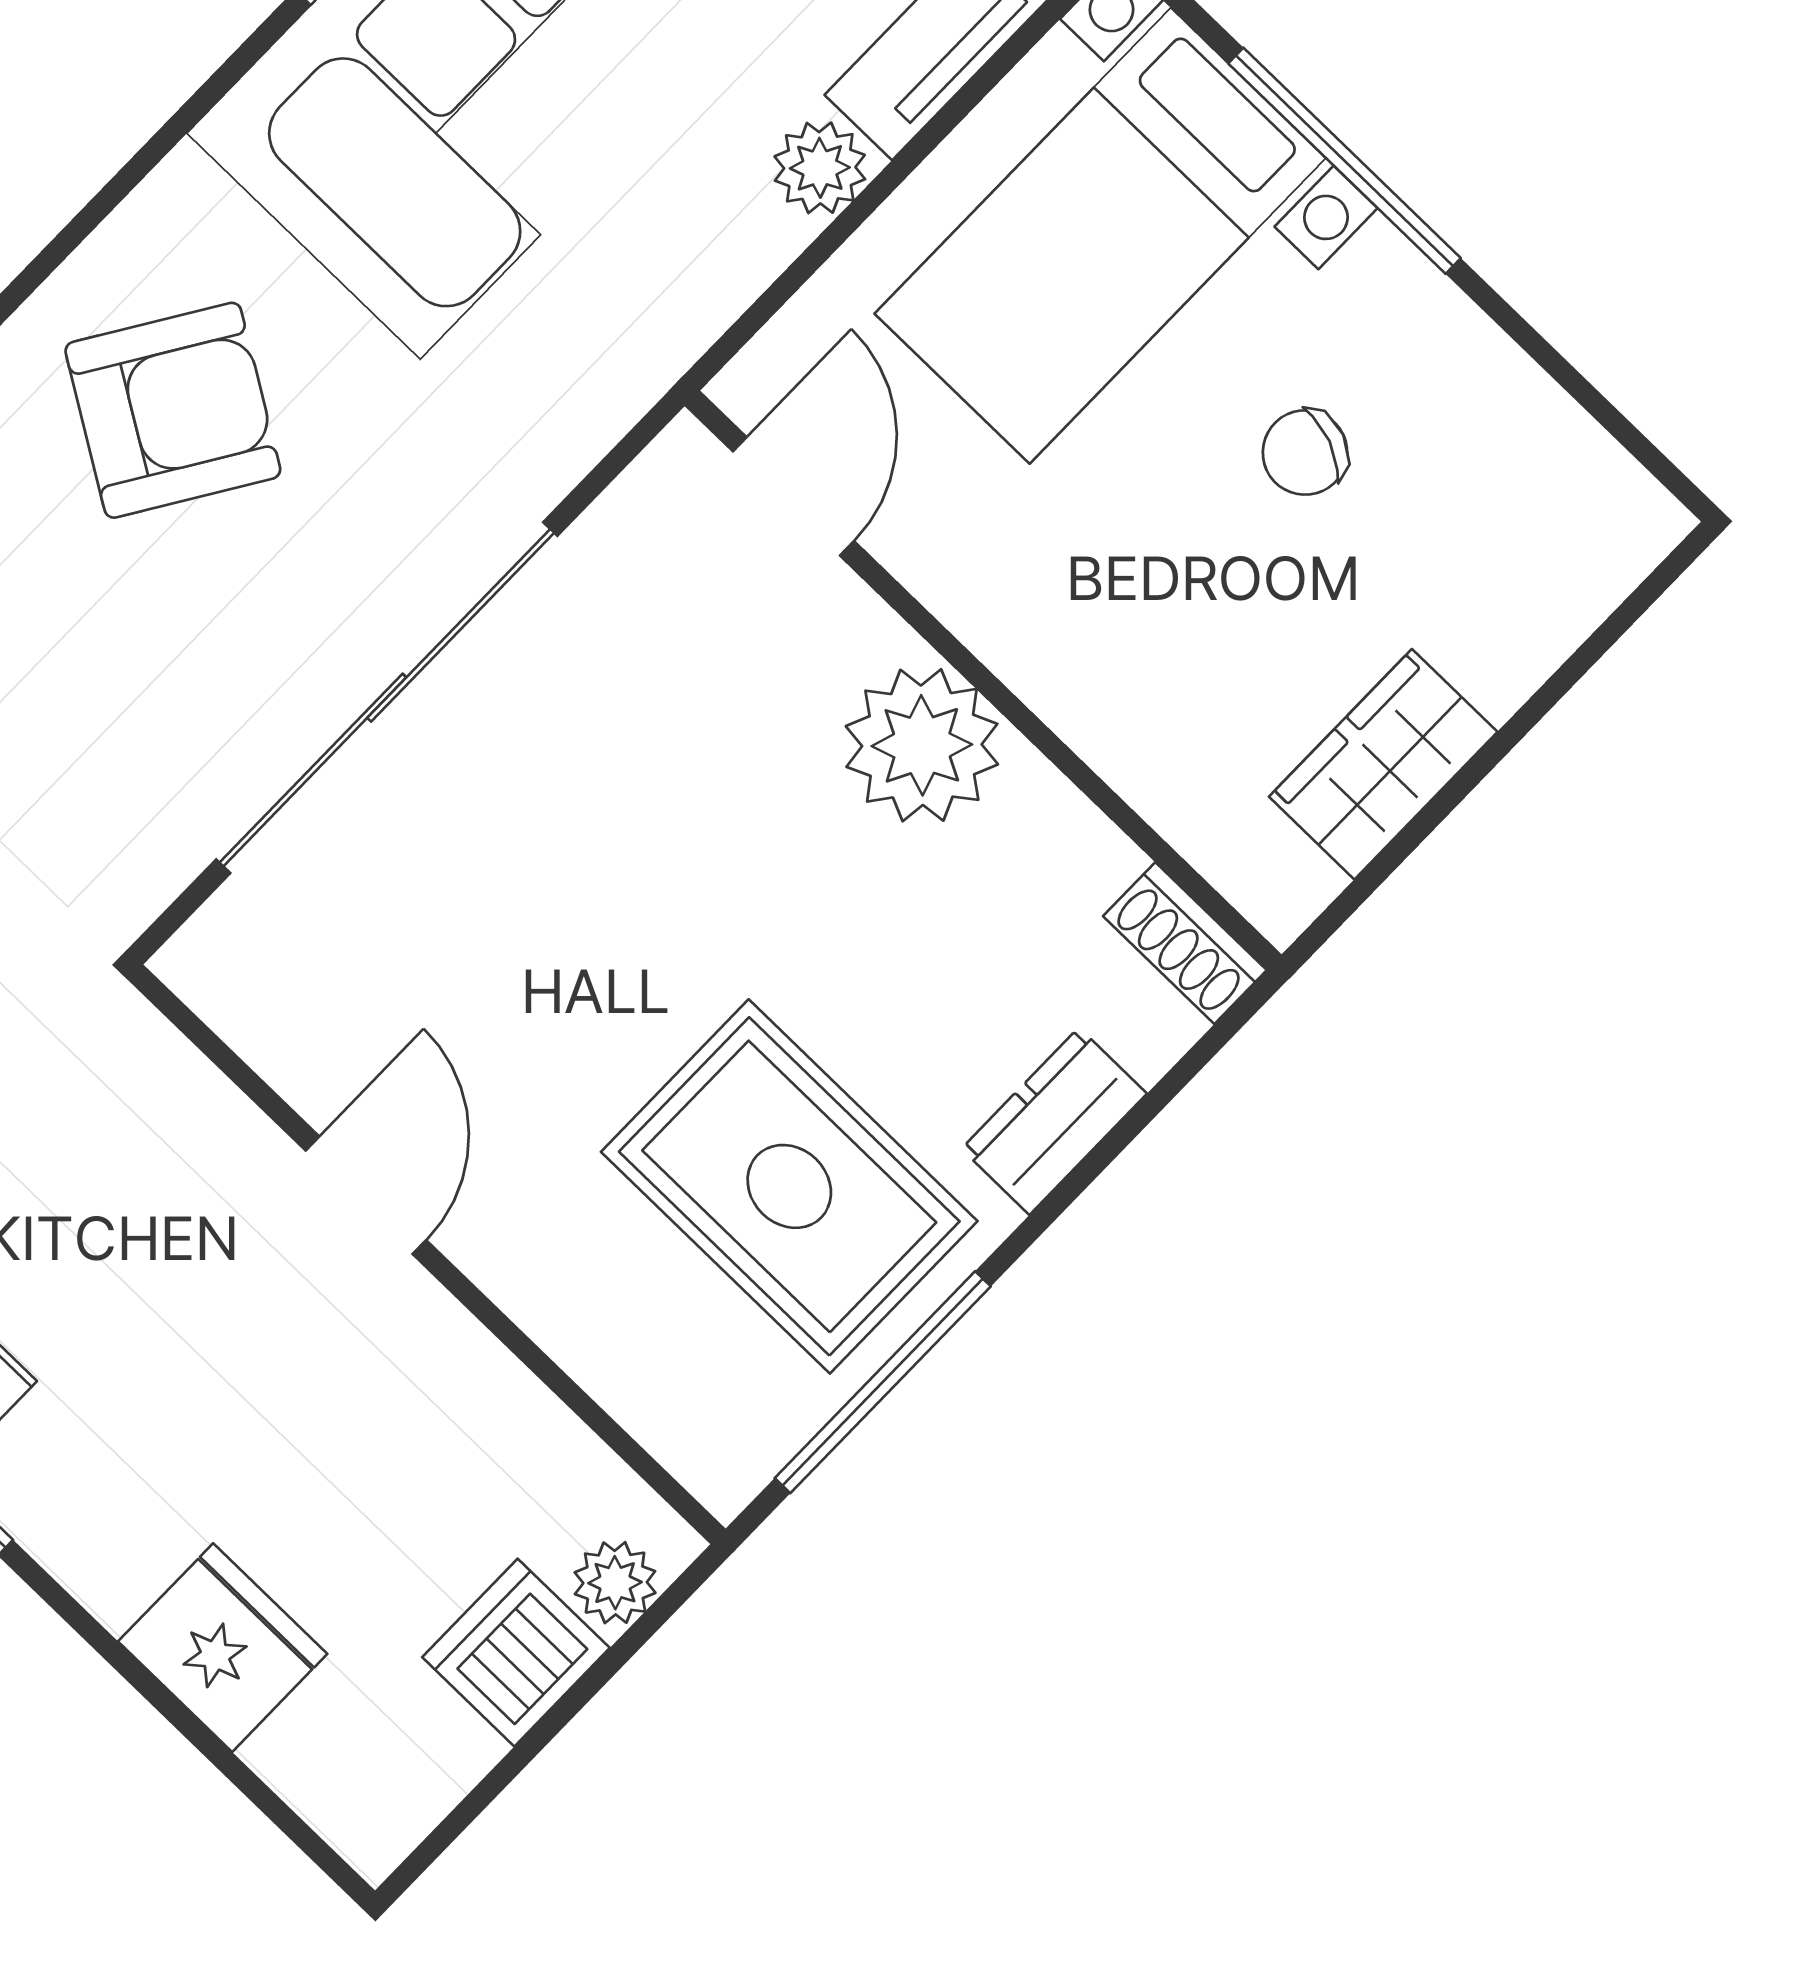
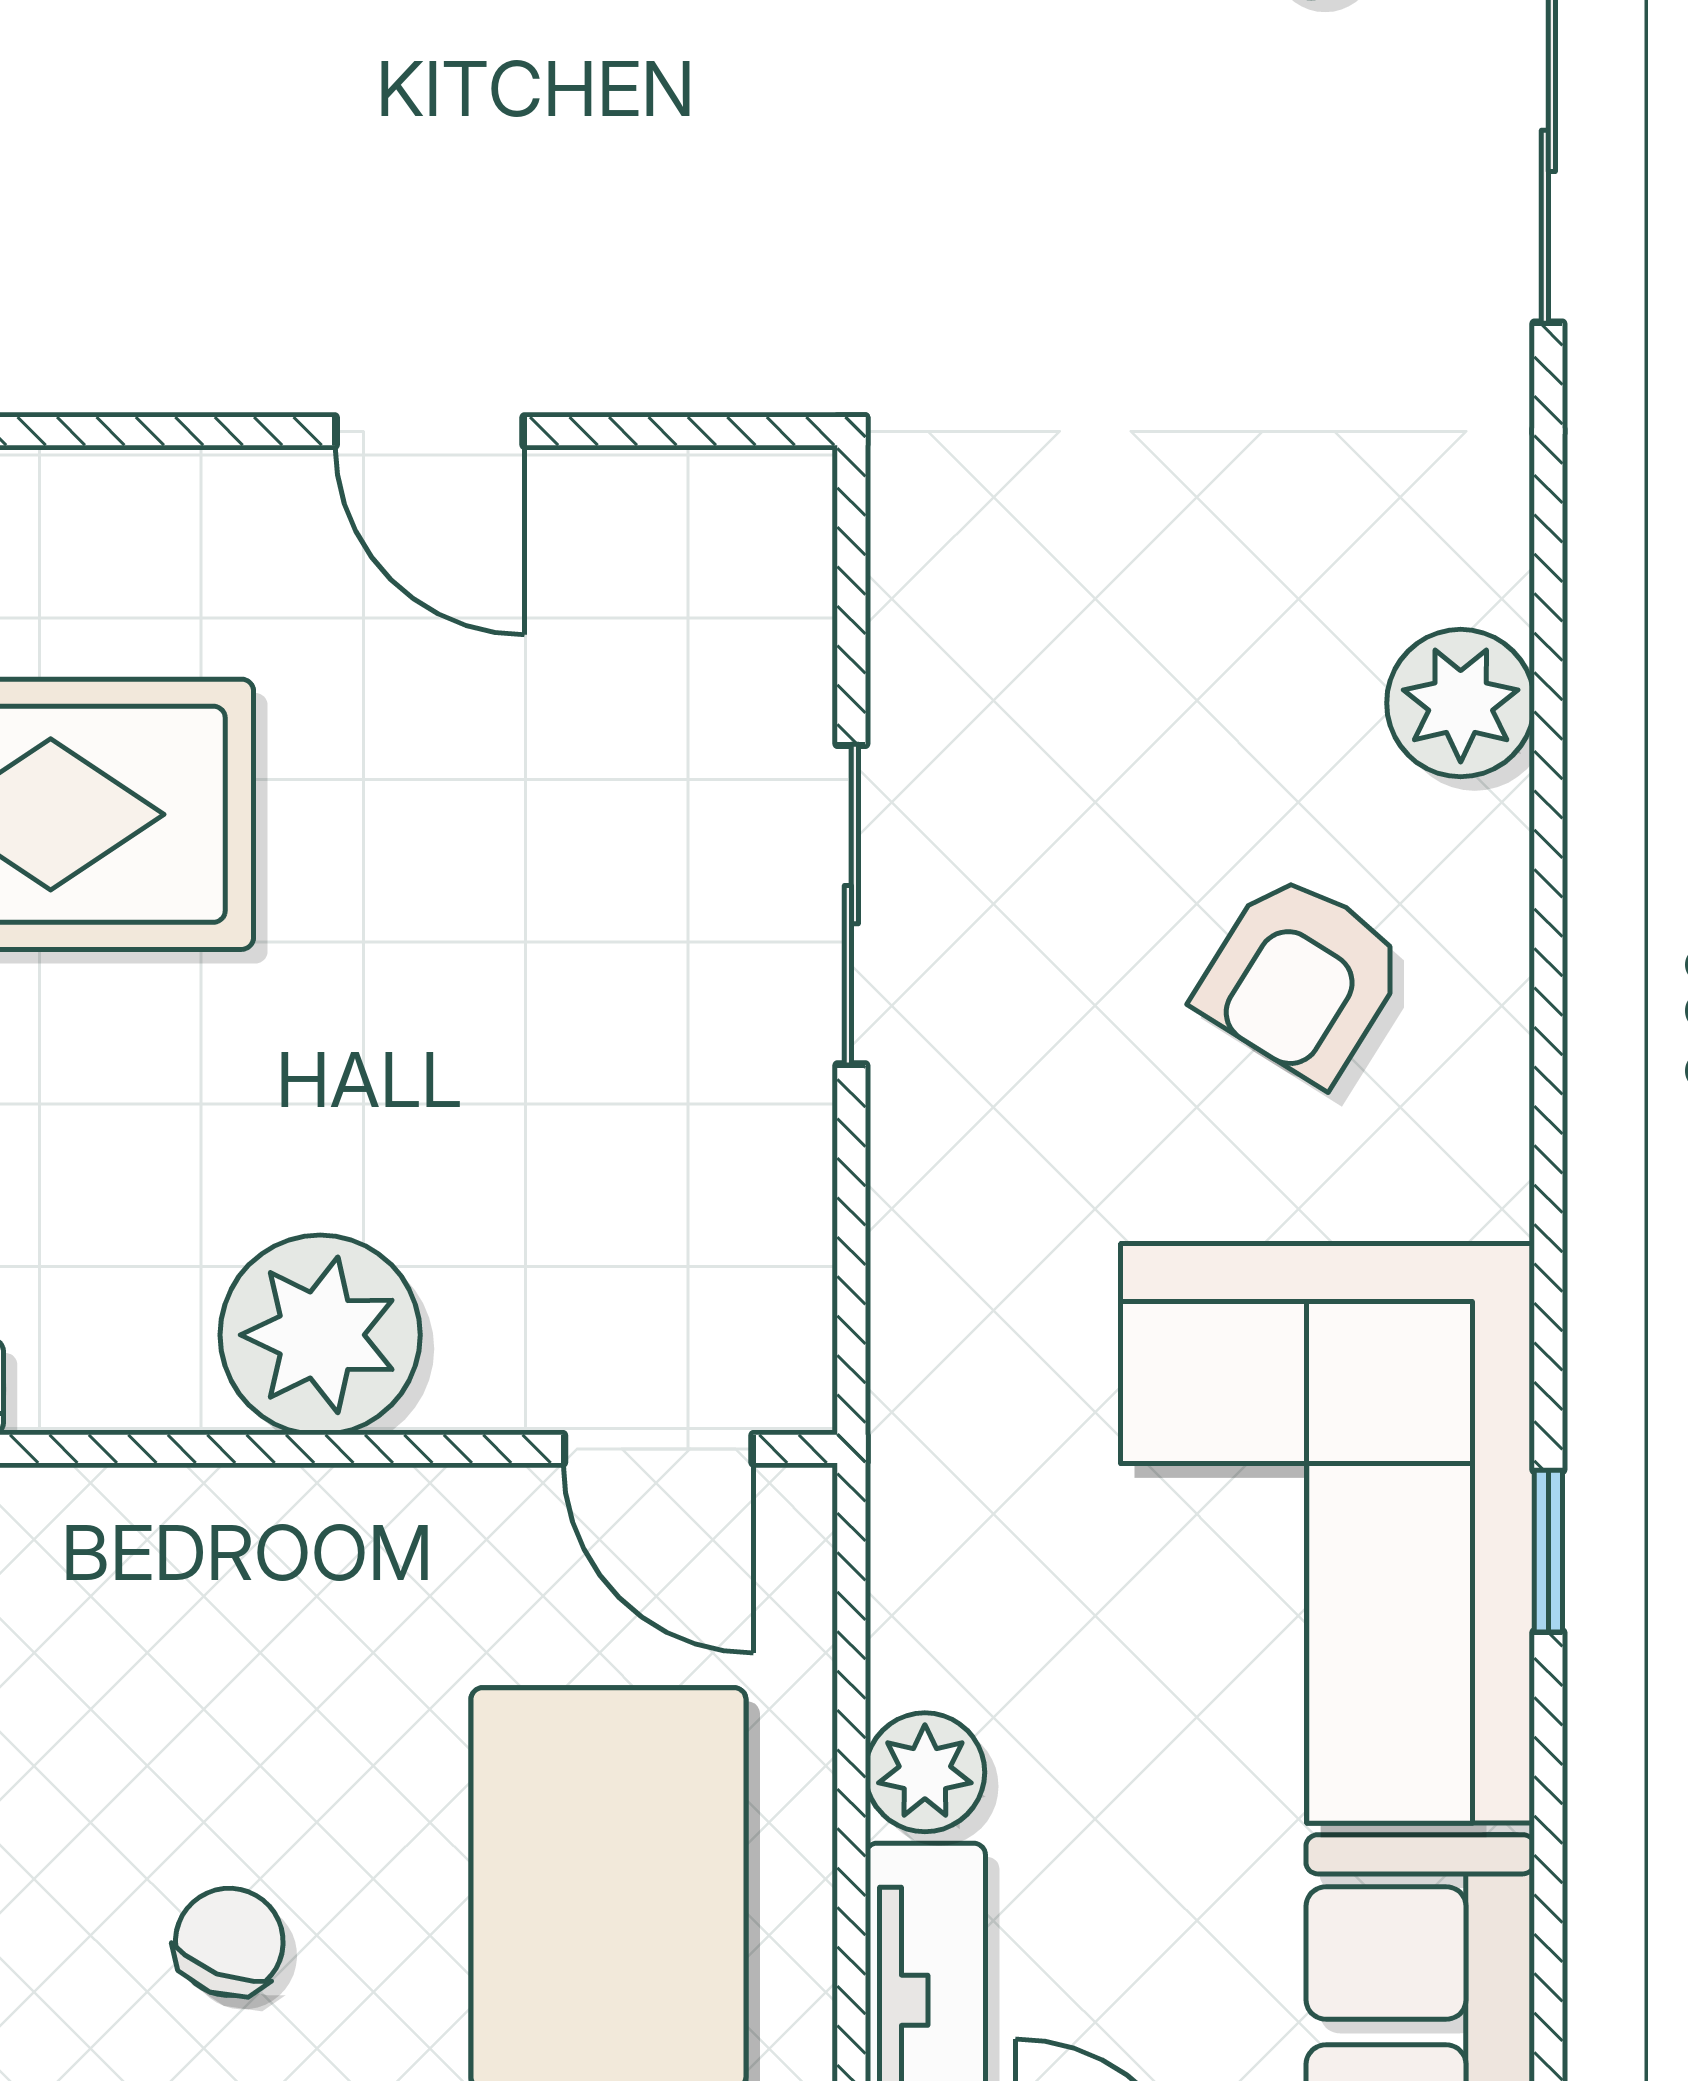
armchair: (173, 410) -> (1301, 978), width x0.72, depth x0.72
sliding door: (387, 698) -> (851, 905), width x0.54

